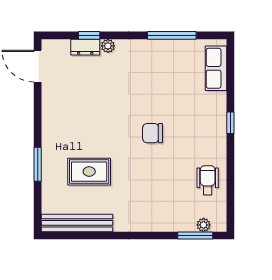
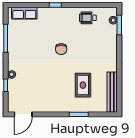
dresser: (85, 47) -> (12, 87), removed

